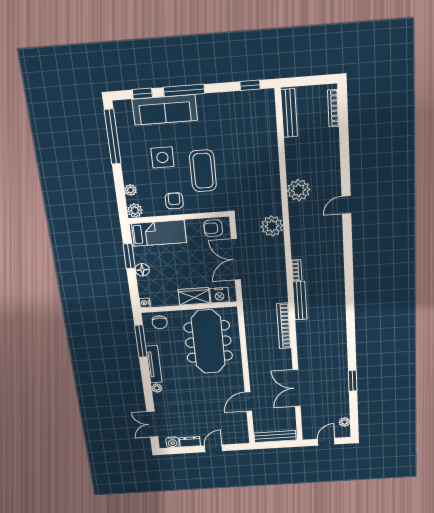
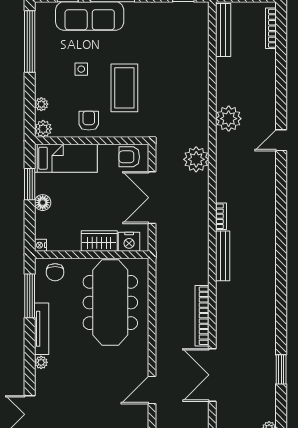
side table: (162, 157) -> (81, 69), width x0.54, depth x0.54
bookcase: (284, 326) -> (202, 316), moved

